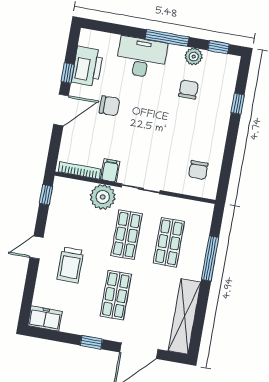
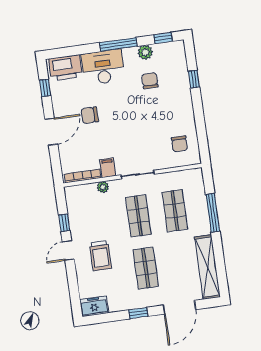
printer: (87, 66) -> (65, 68), moved, turned 90
window: (68, 73) -> (45, 88), moved
chair: (109, 106) -> (90, 115), turned 180
window: (46, 195) -> (64, 223), moved
plant: (103, 197) -> (103, 187), width x0.53, depth x0.53

